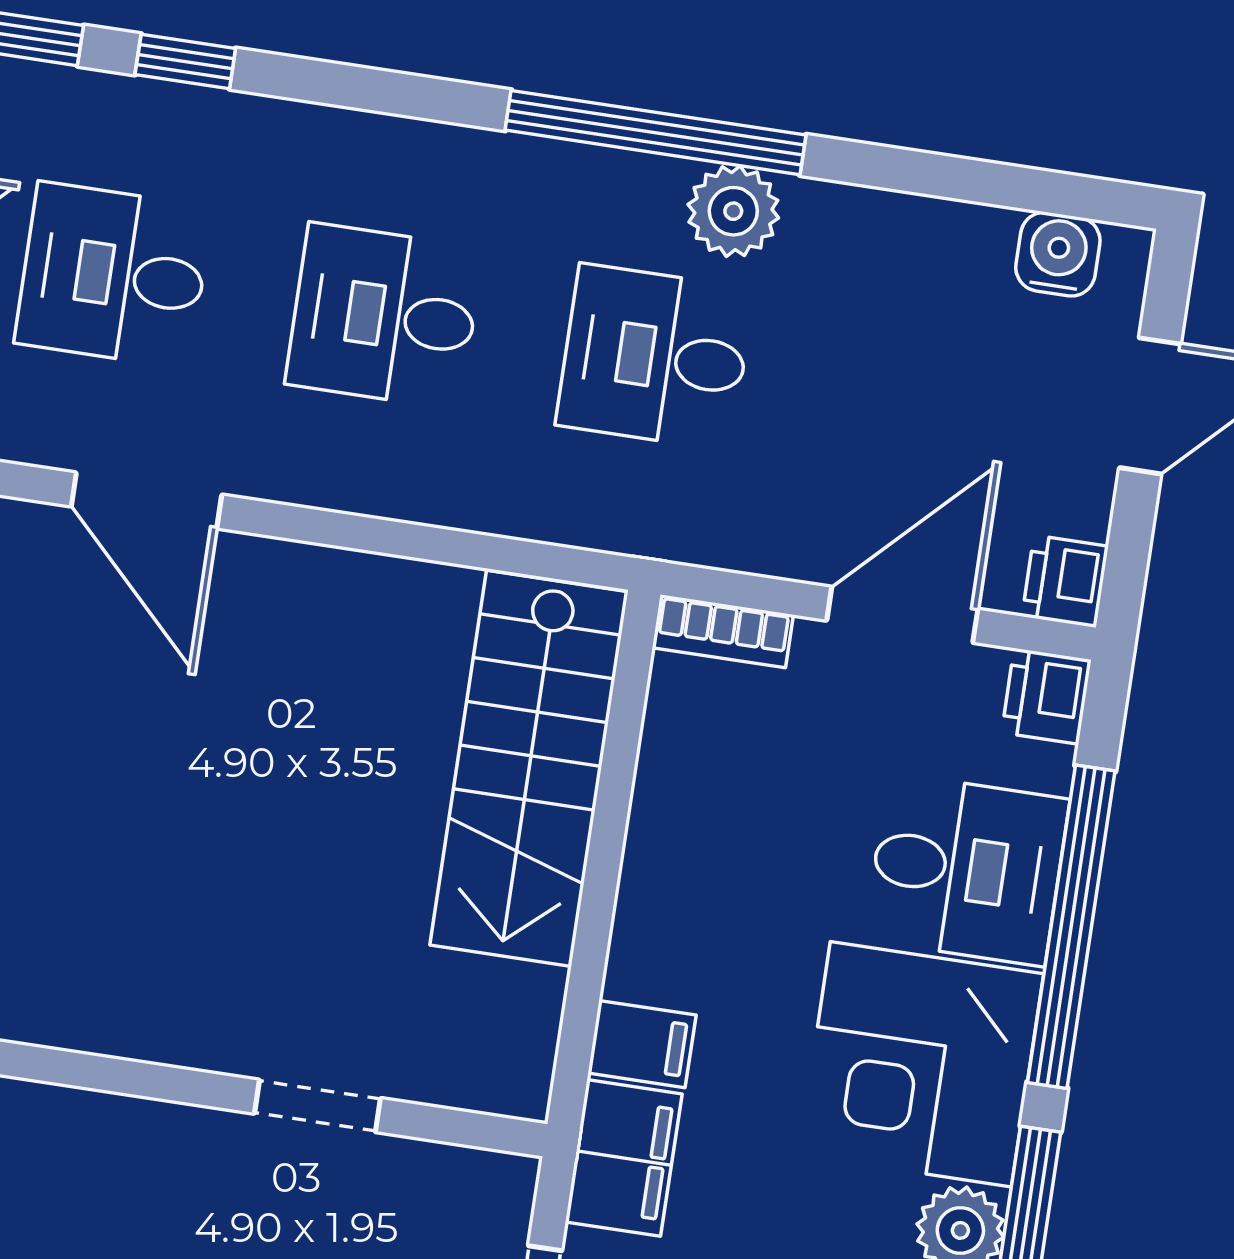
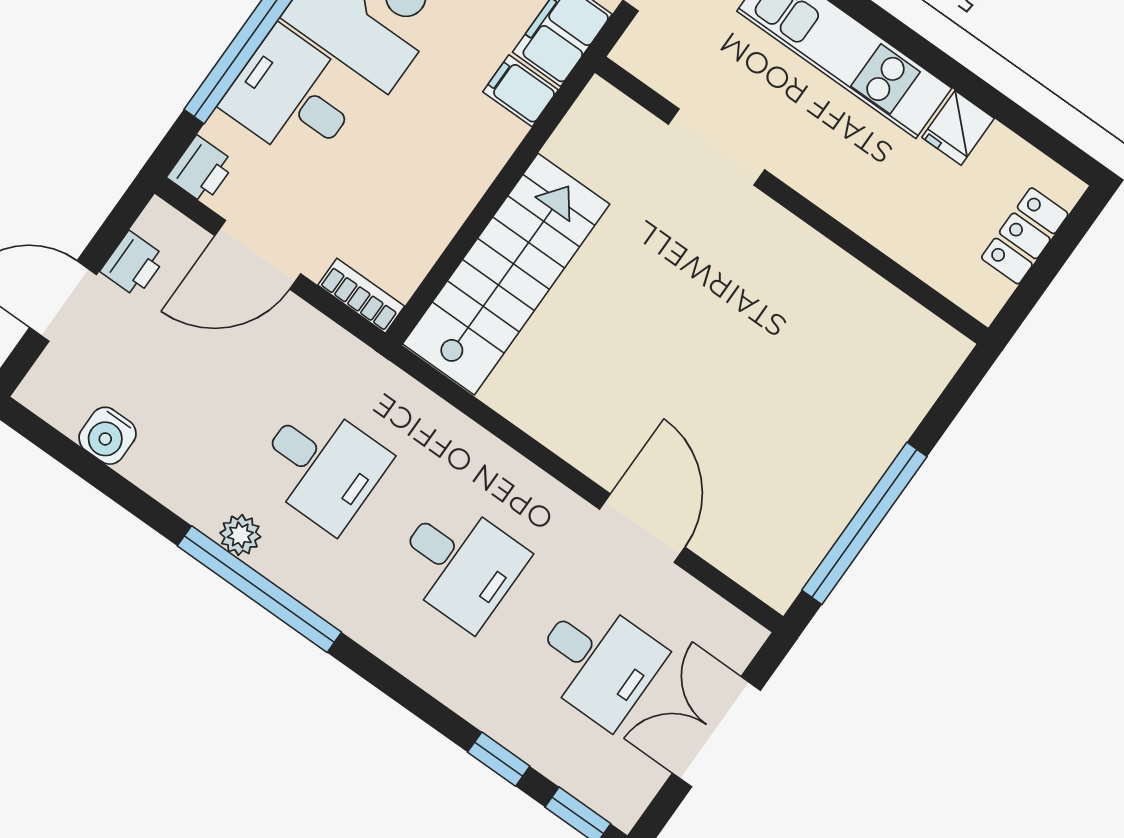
plant: (733, 211) -> (240, 535), width x0.73, depth x0.73
water cooler: (1058, 254) -> (107, 436), moved
printer: (1065, 581) -> (133, 264), moved
doorway: (318, 1106) -> (716, 147), width x1.38

